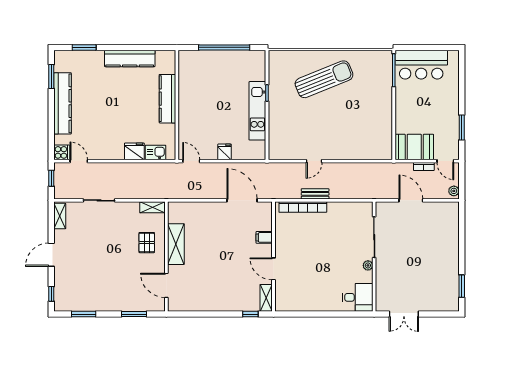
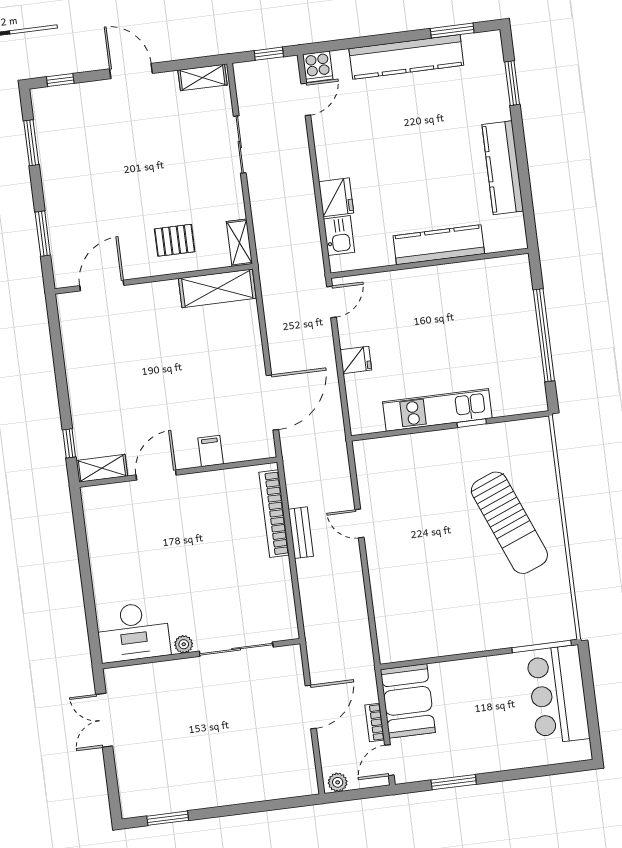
shelving: (176, 244) -> (217, 288), moved
desk: (358, 297) -> (133, 632), width x1.37

